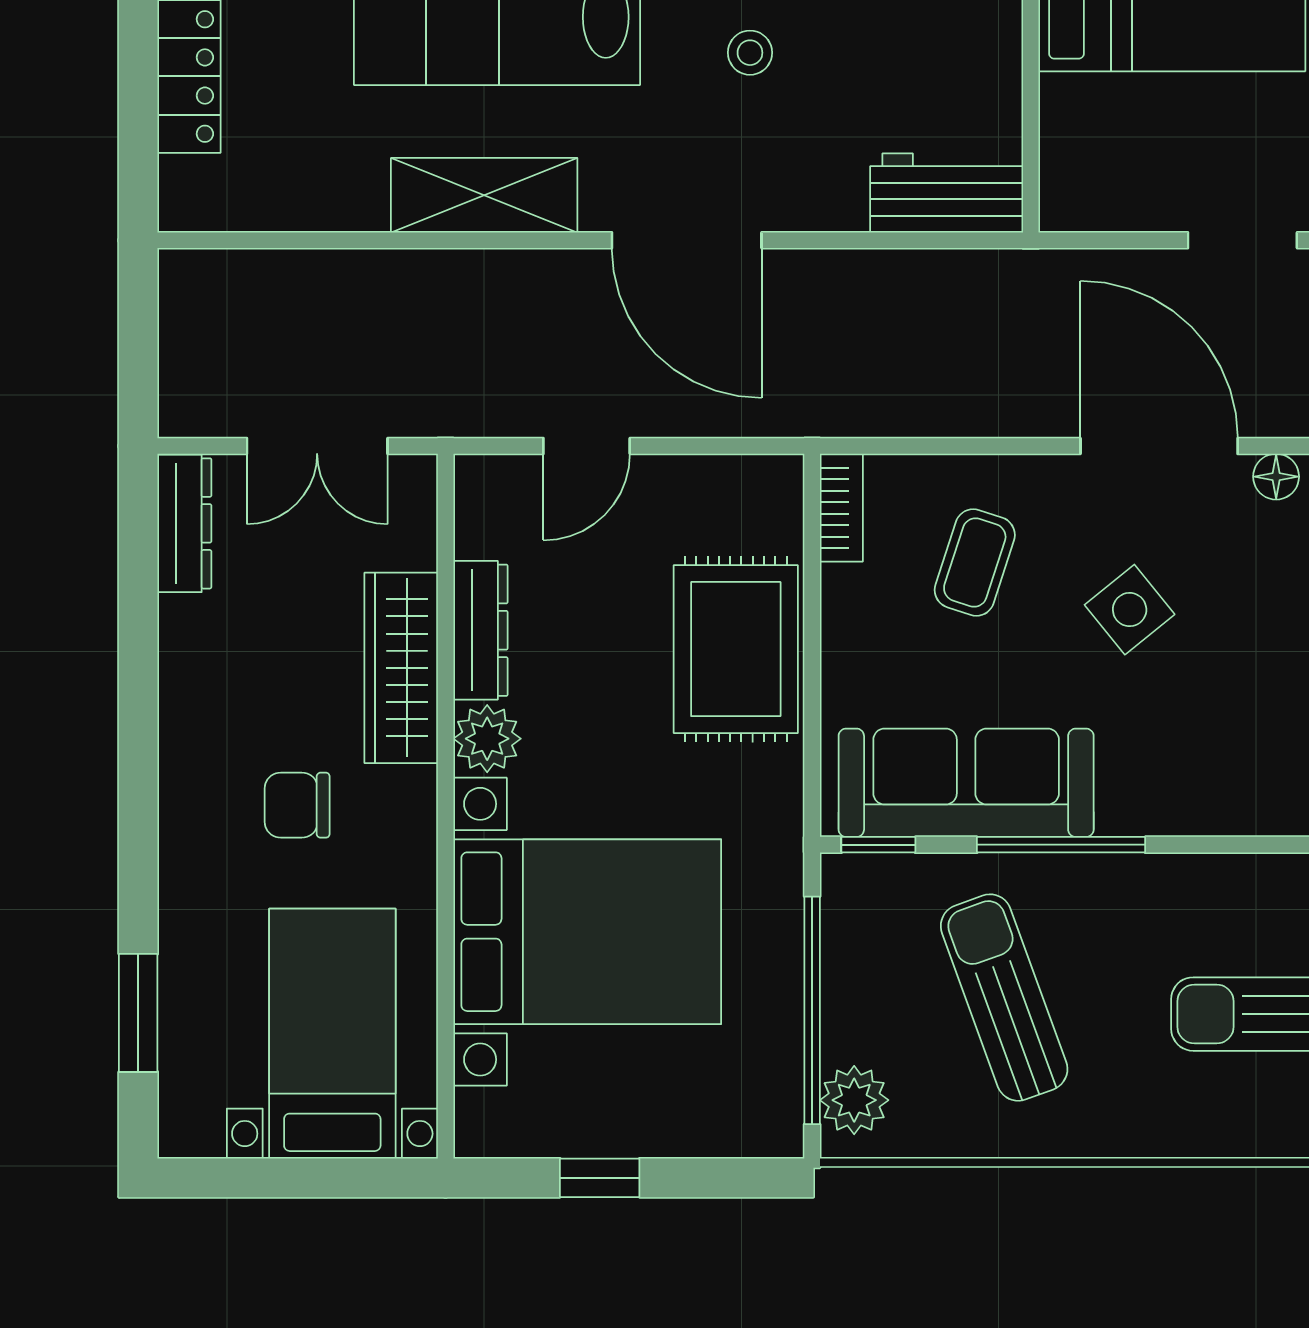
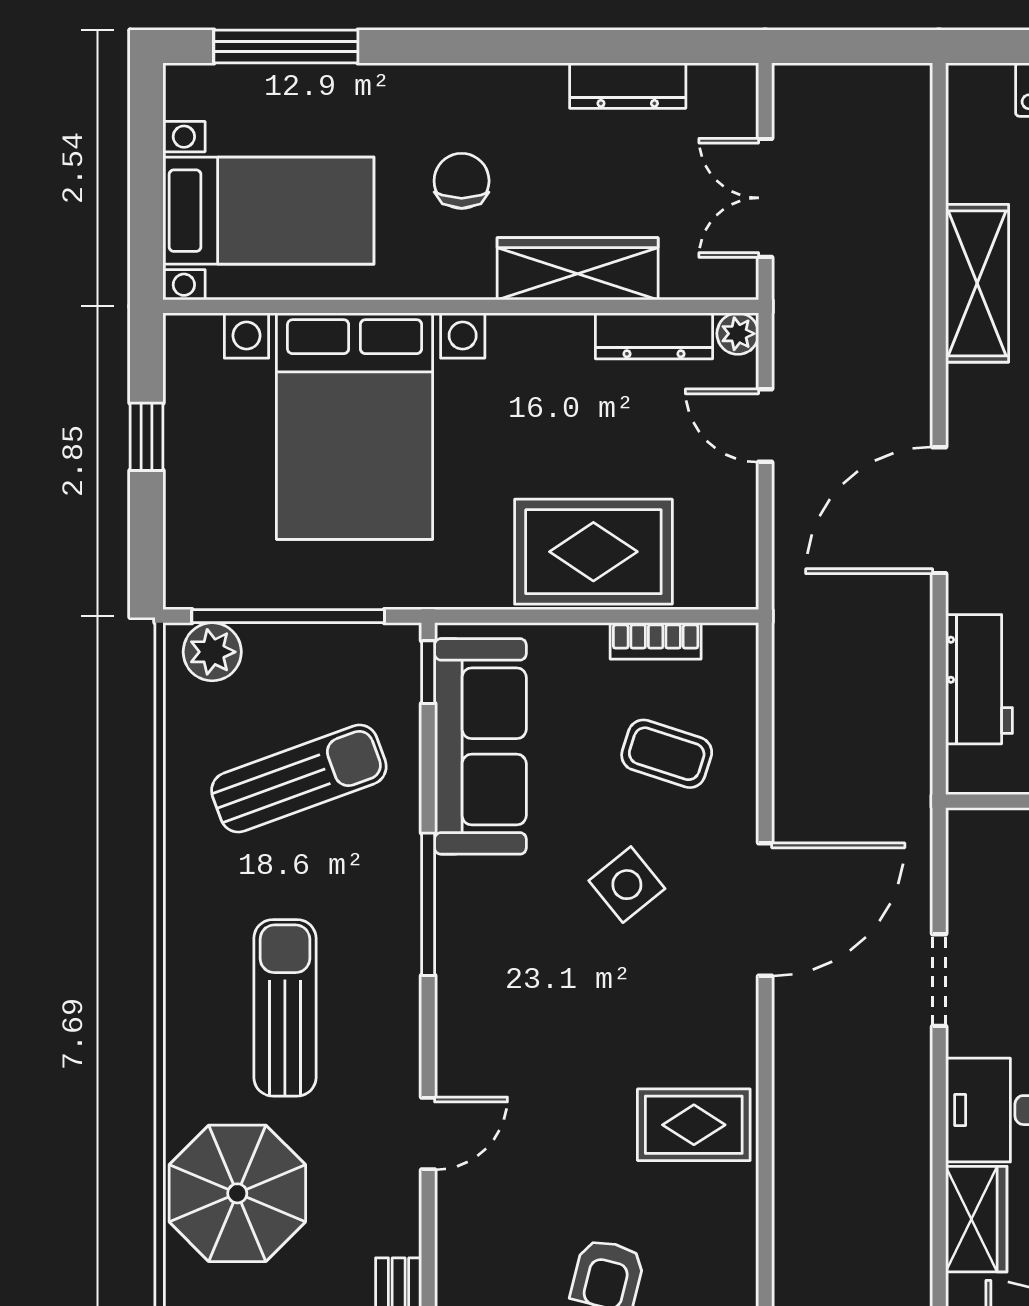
workbench: (947, 193) -> (979, 679), moved
shelving: (484, 195) -> (977, 283), moved
floor lamp: (1276, 477) -> (739, 1008), removed
bookcase: (841, 508) -> (656, 641), moved
dresser: (184, 523) -> (628, 86), moved
dresser: (480, 630) -> (654, 336), moved
plant: (487, 739) -> (738, 334), moved, width x0.73, depth x0.73
window: (1061, 845) -> (428, 904), moved
window: (138, 1013) -> (286, 47), width x1.44

